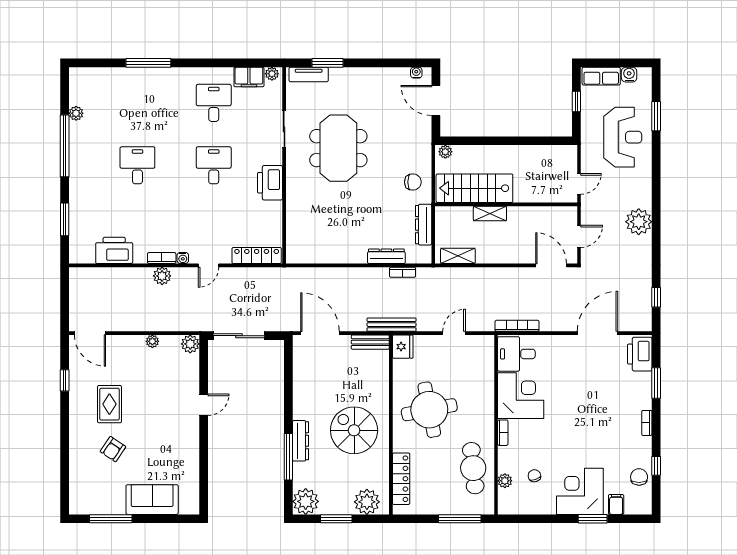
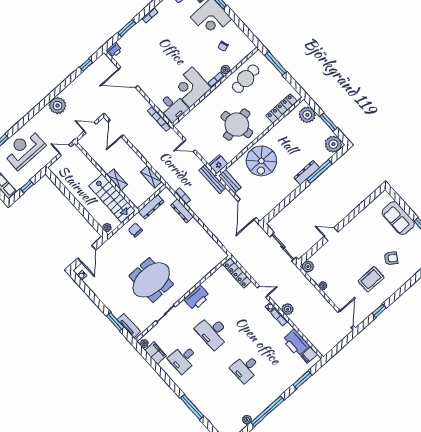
desk: (214, 165) -> (213, 332), width x1.37
filing cabinet: (86, 253) -> (309, 355), added
printer: (640, 354) -> (115, 50), width x0.53, depth x0.68
spiral stairs: (354, 430) -> (261, 161), moved
plant: (505, 481) -> (225, 70), moved

